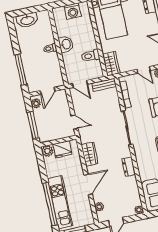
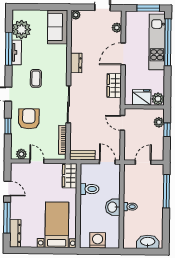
plant: (36, 103) -> (159, 122), moved
window: (33, 125) -> (167, 130), width x0.46

